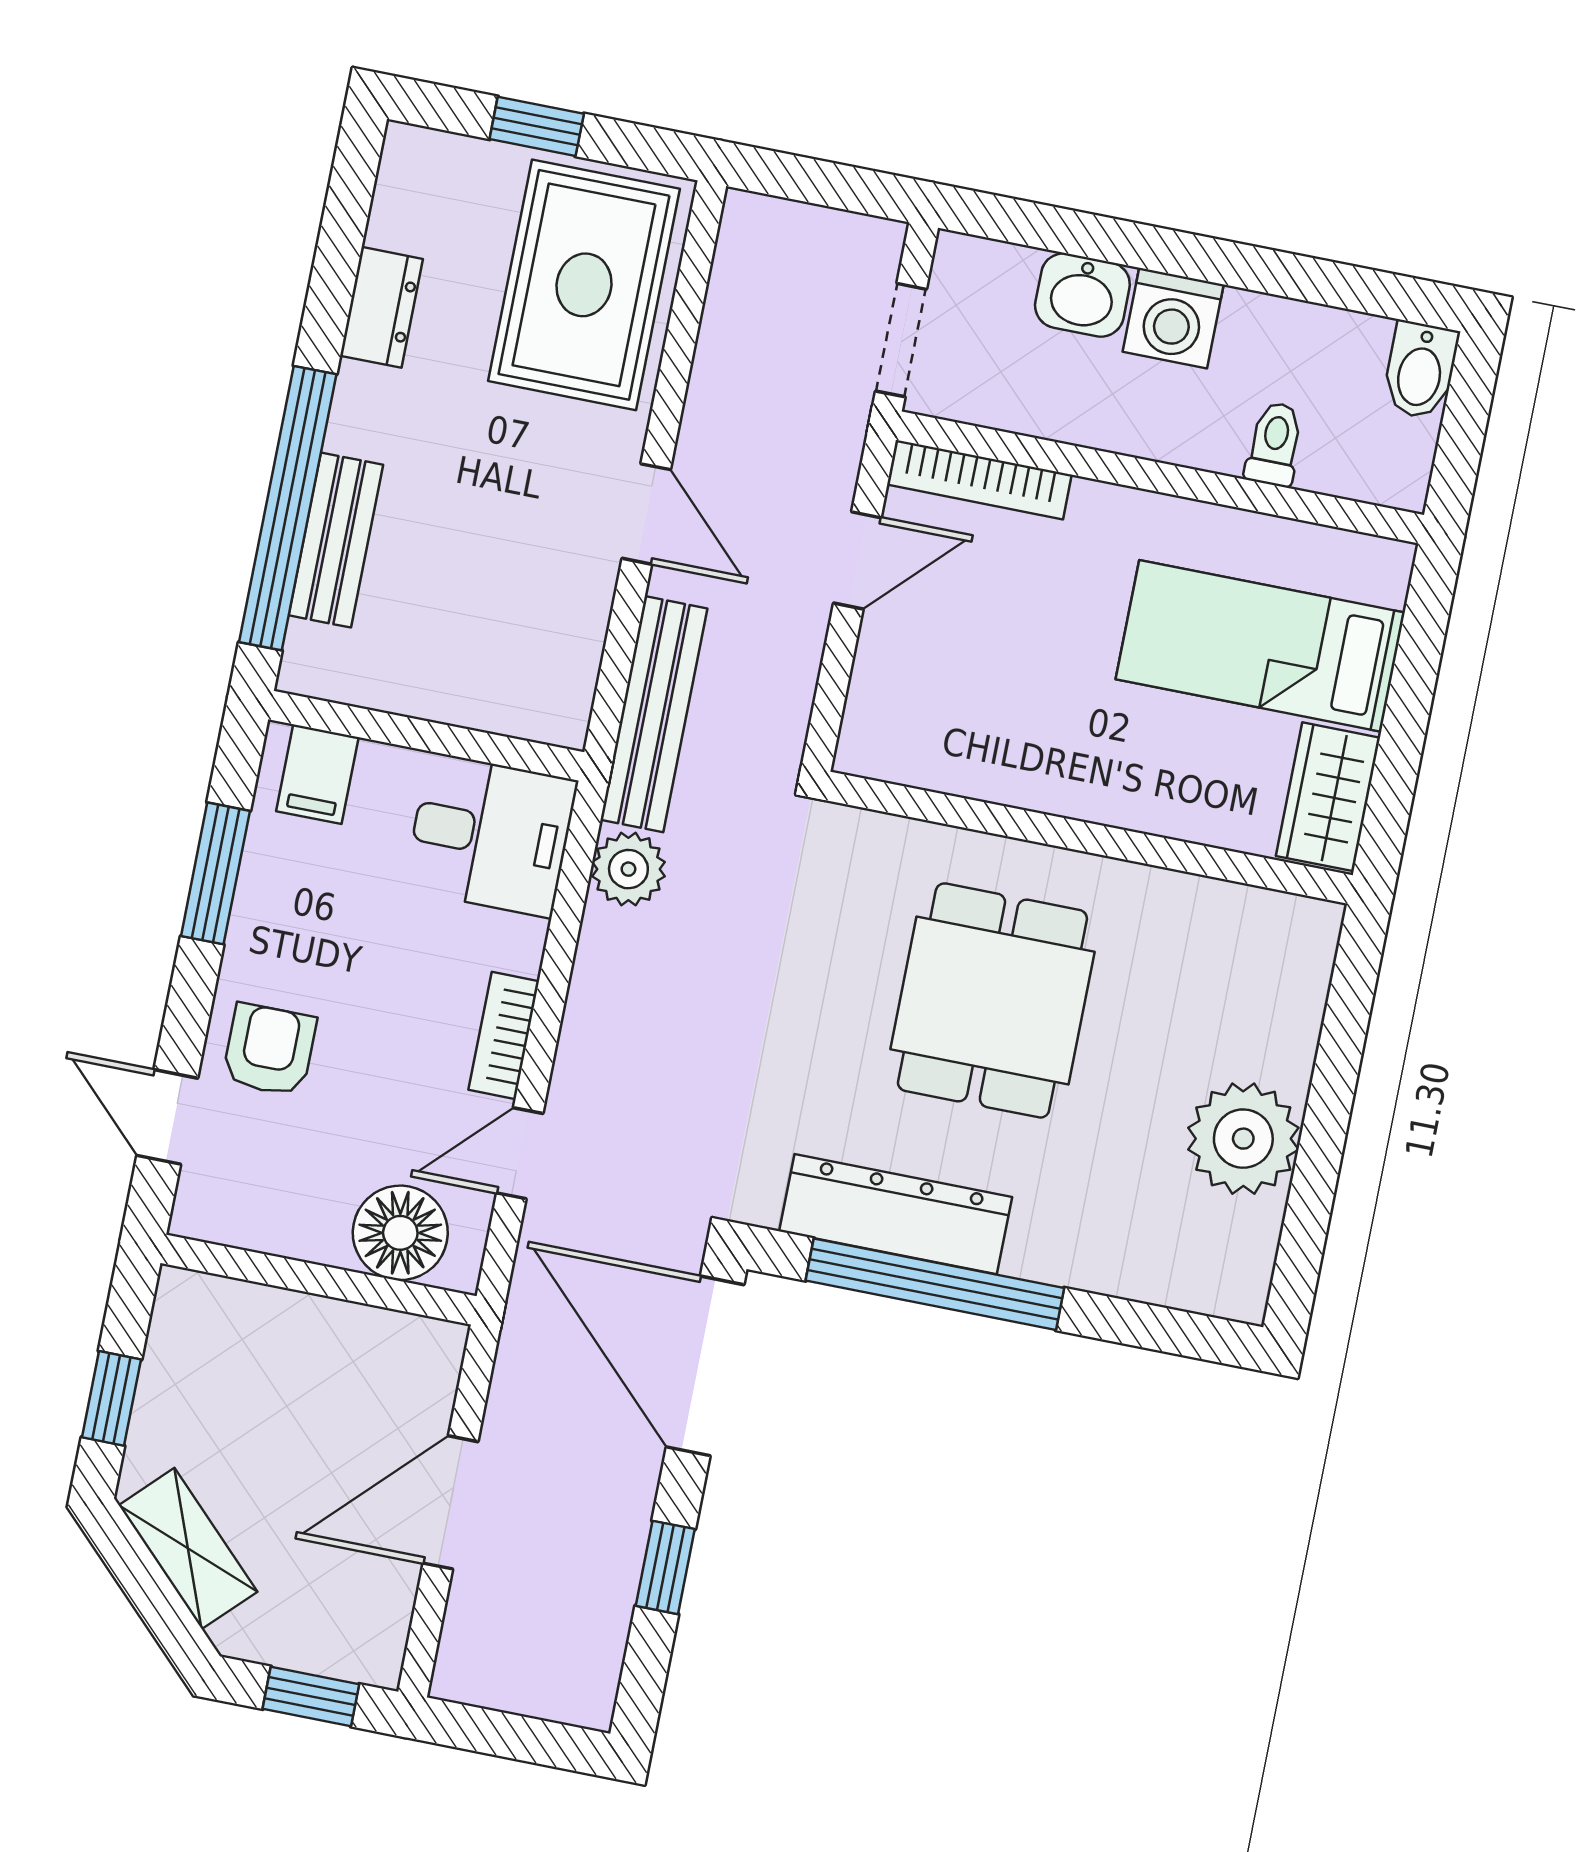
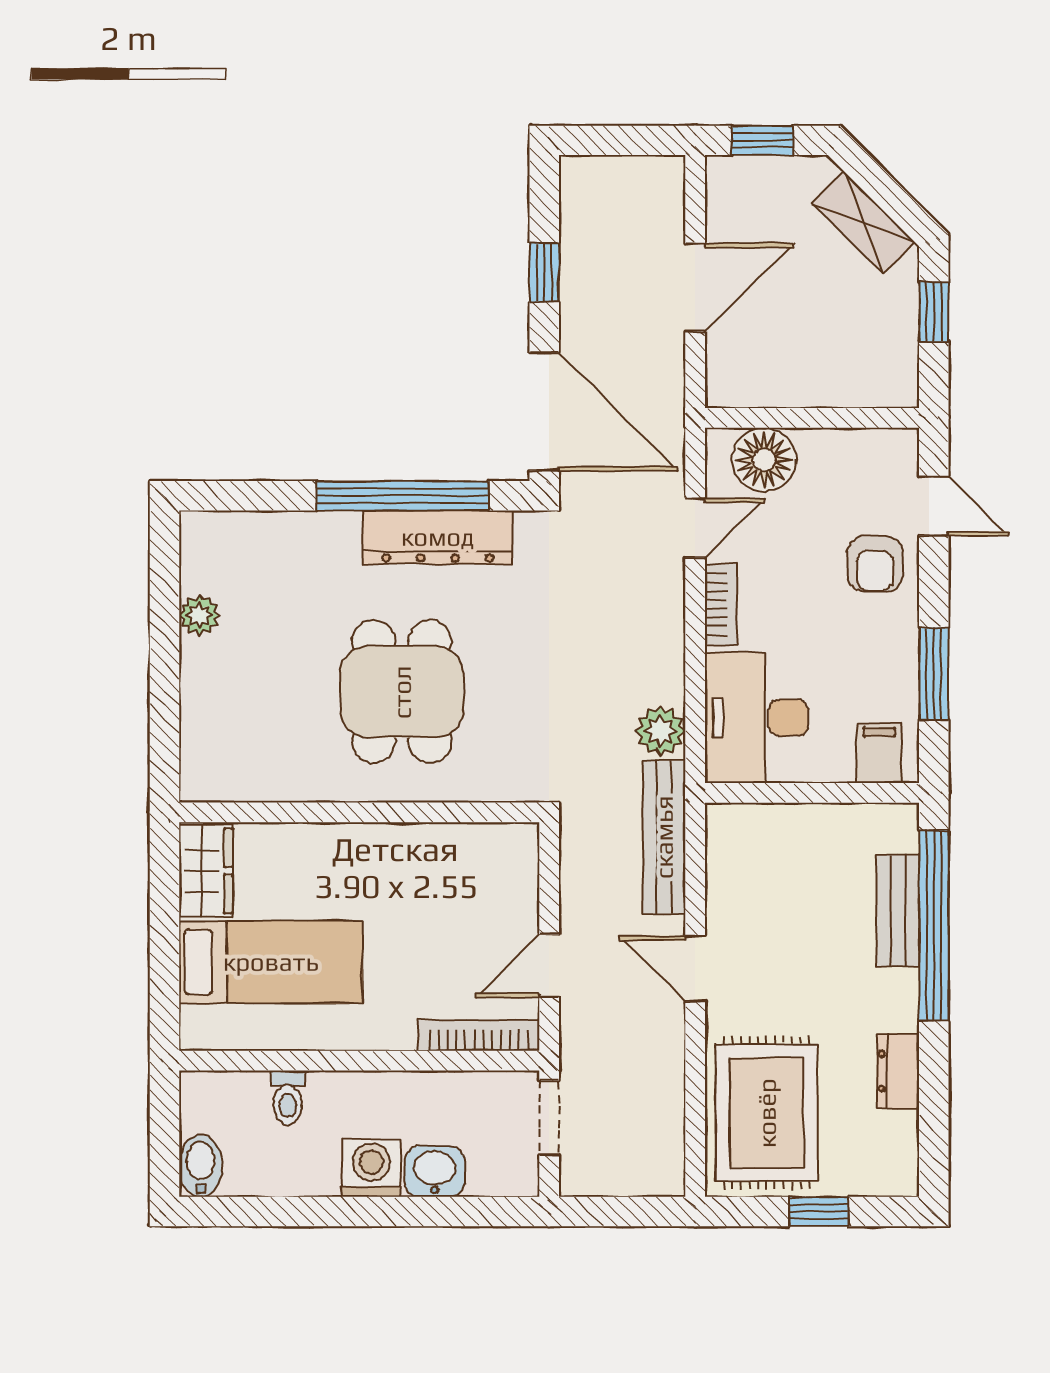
desk: (490, 835) -> (756, 718), width x1.37
plant: (1243, 1139) -> (199, 615), width x0.53, depth x0.53

